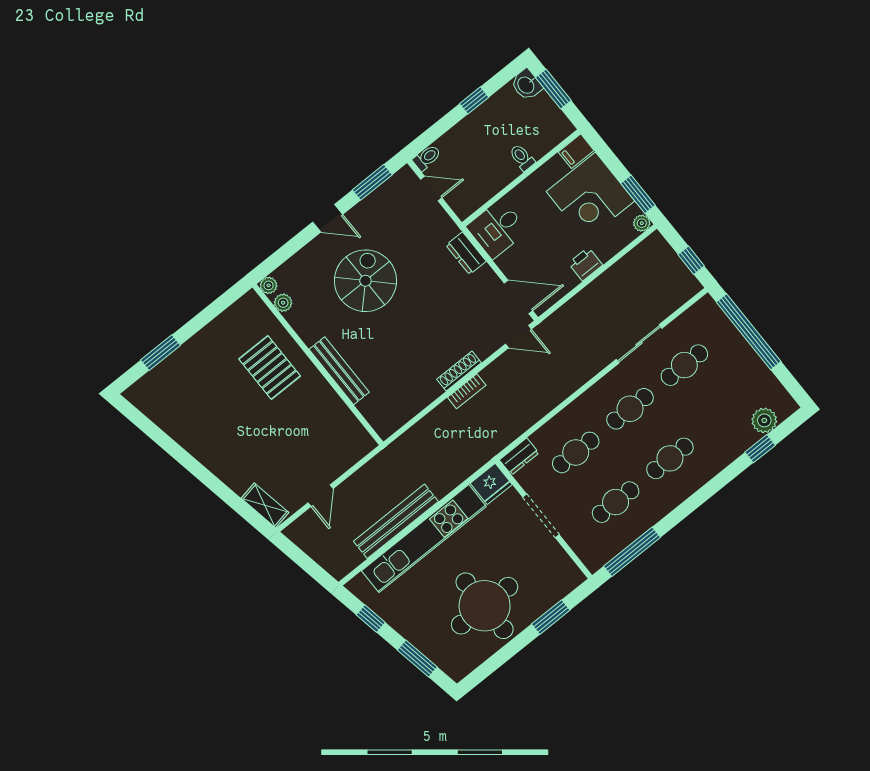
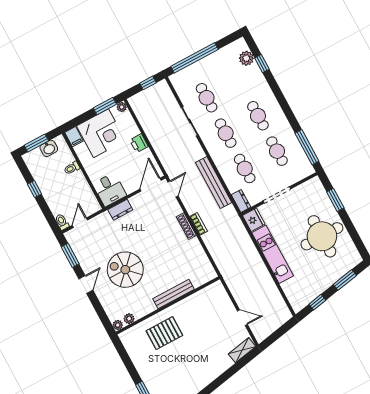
washbasin: (526, 85) -> (49, 148), moved
bench: (396, 521) -> (214, 182), moved
kitchen unit: (424, 539) -> (273, 254), width x0.73

